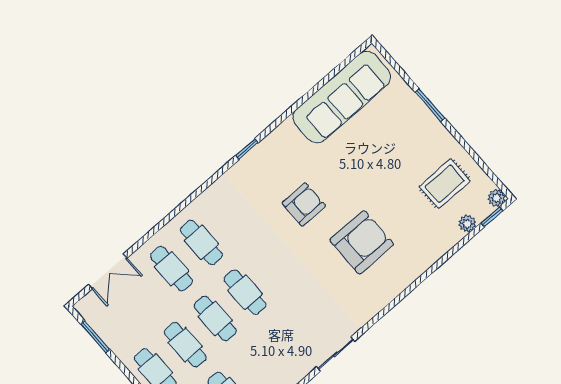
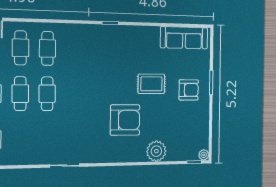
sofa: (342, 97) -> (184, 38), width x0.74, depth x0.79
rug: (445, 184) -> (151, 84), moved
armchair: (304, 205) -> (189, 90), moved
plant: (467, 224) -> (156, 151), moved, width x1.88, depth x1.88

